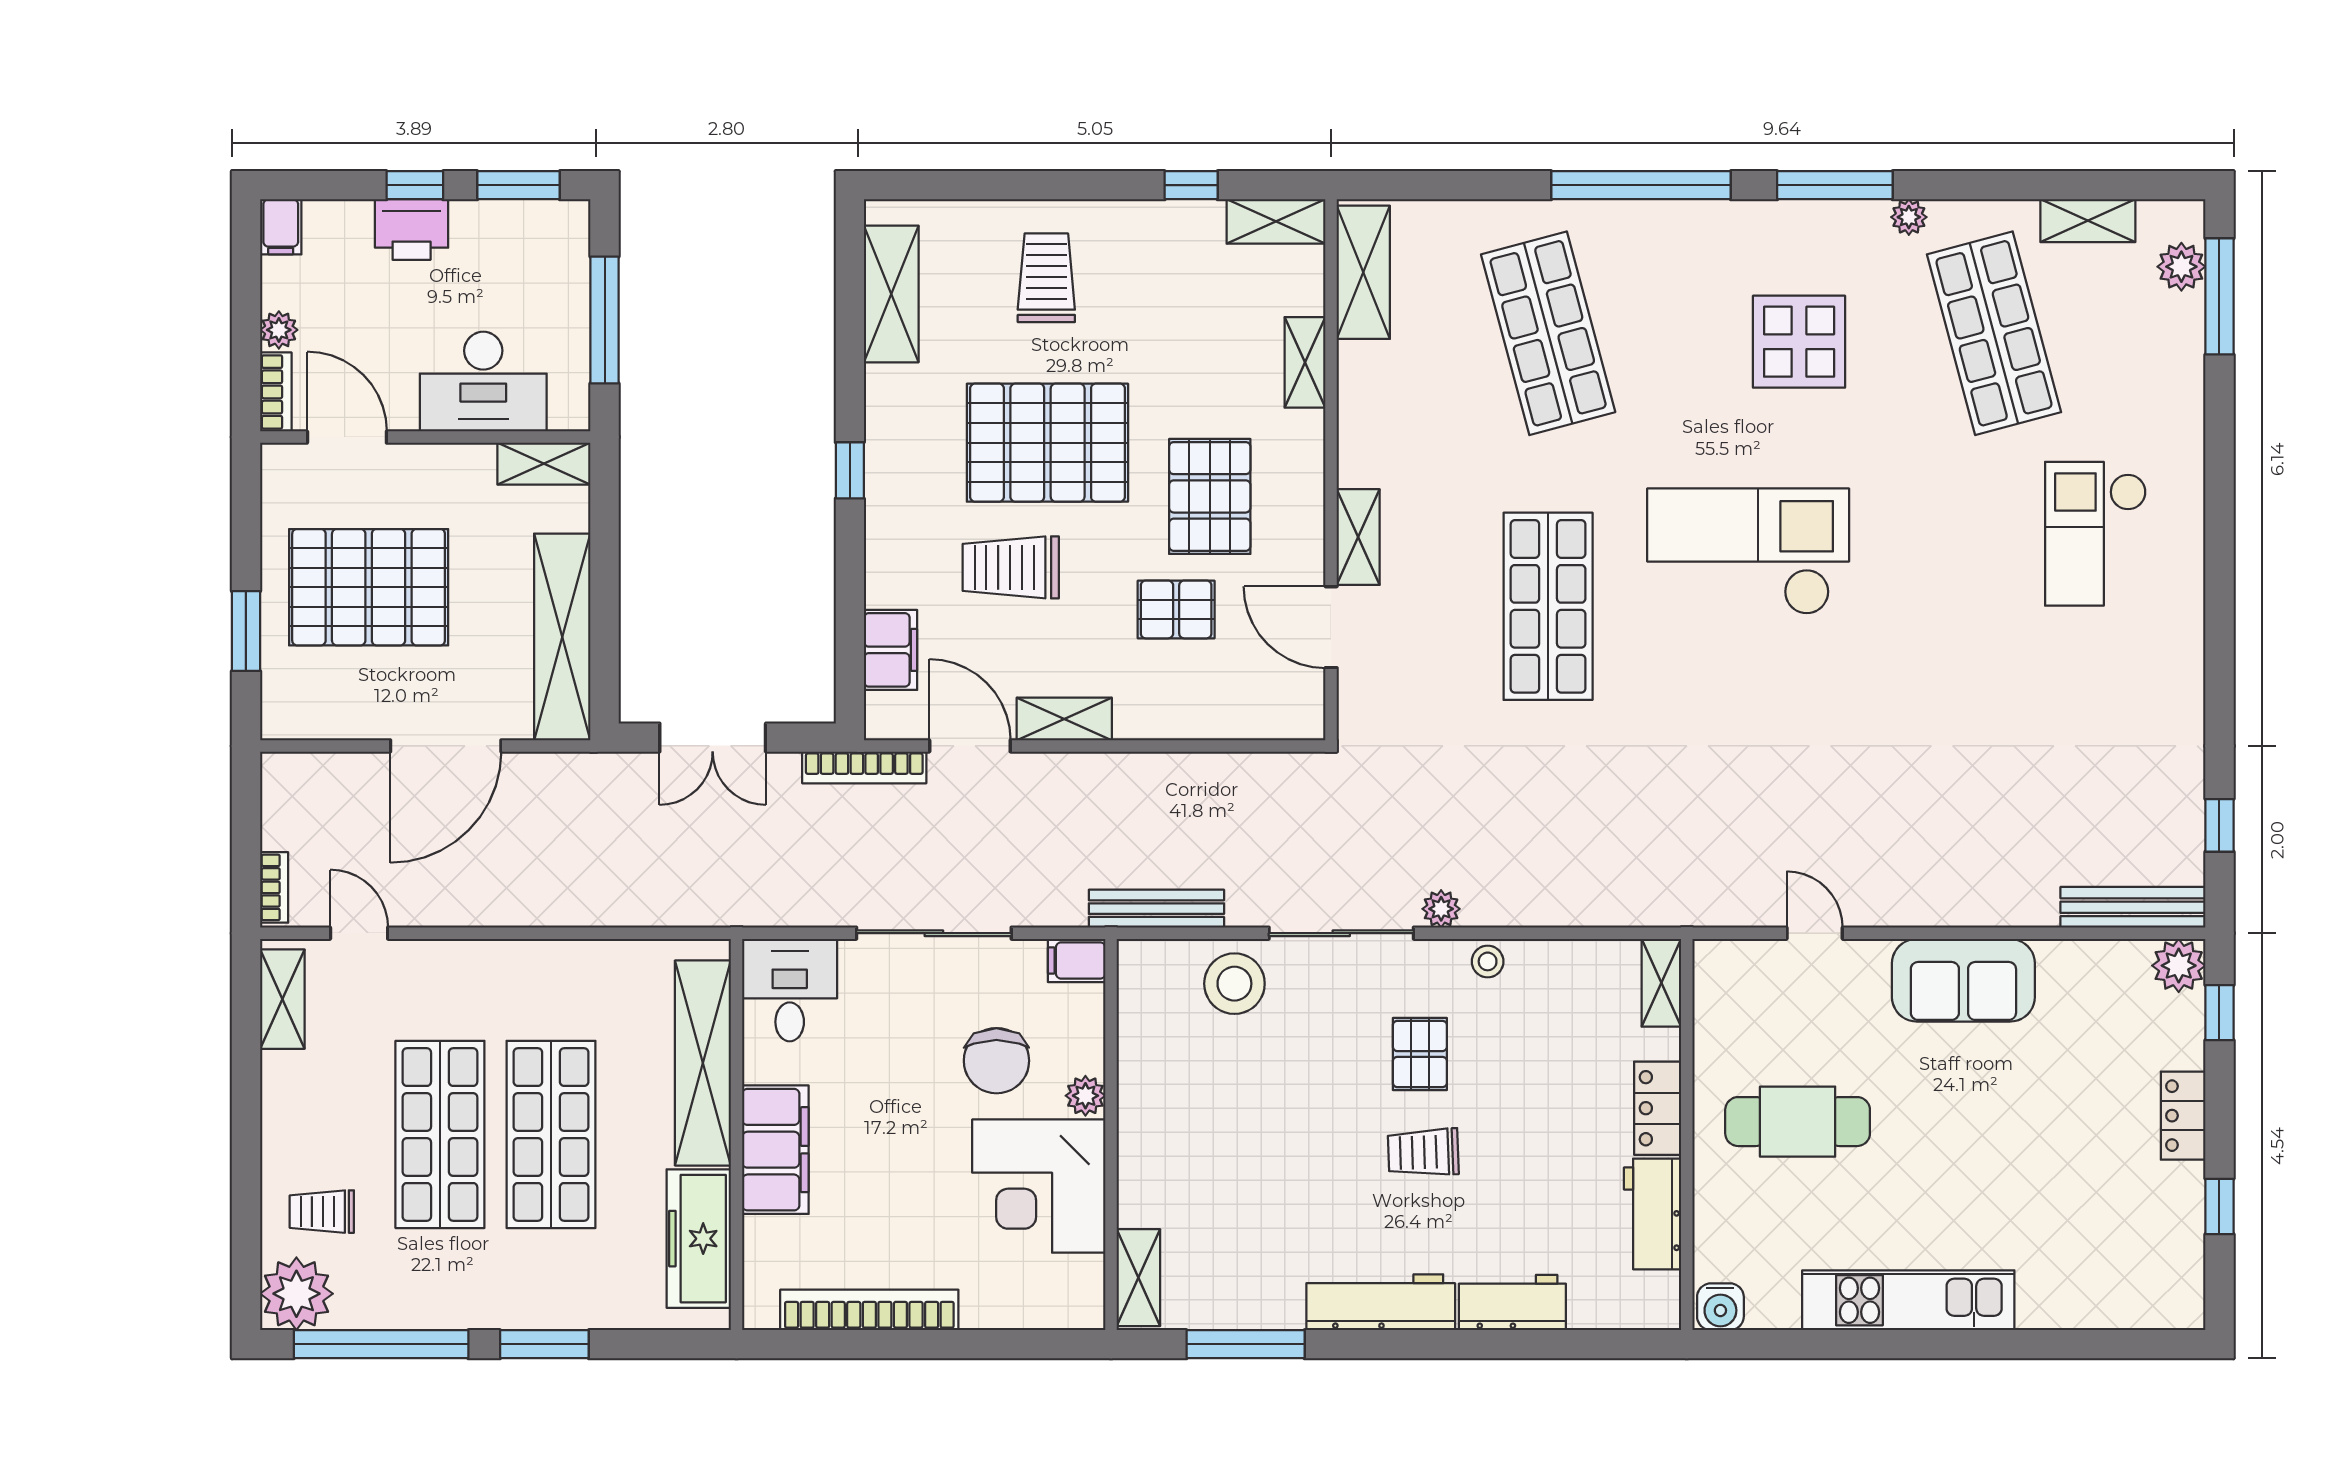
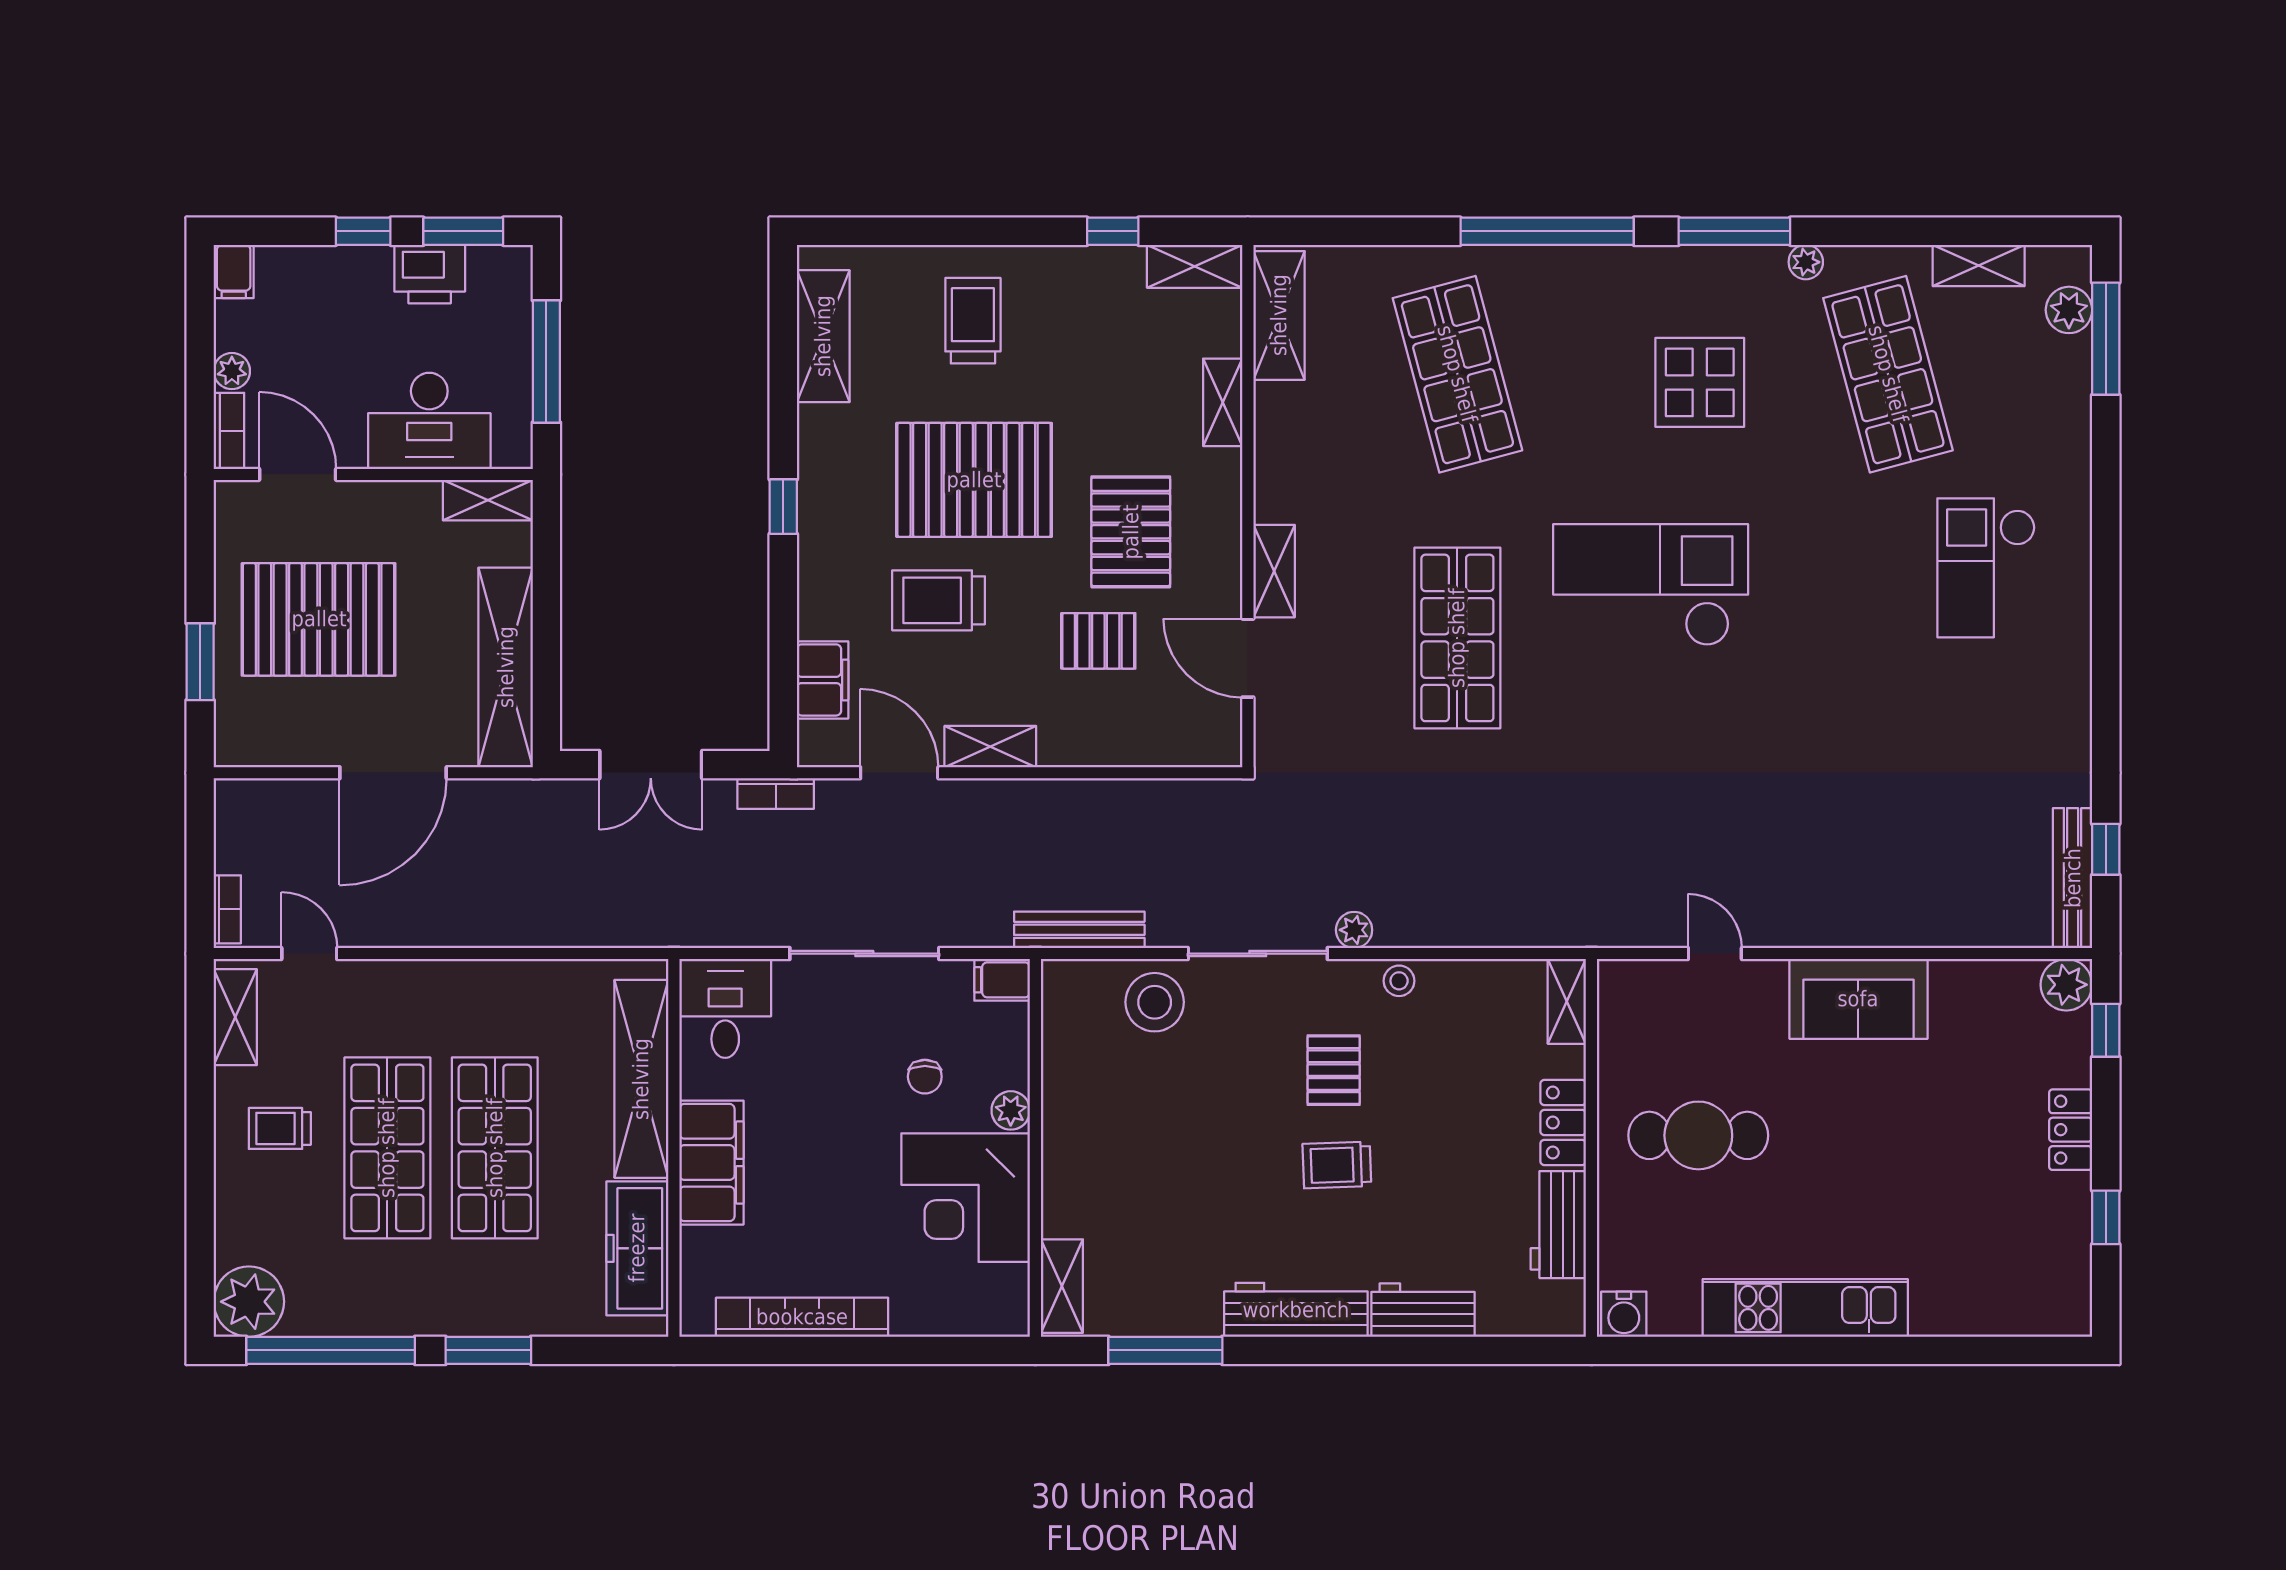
printer: (412, 230) -> (430, 274), moved
bookcase: (864, 767) -> (776, 793), width x0.64
bench: (2133, 907) -> (2073, 878), moved, turned 90
chair: (996, 1061) -> (925, 1077), width x0.54, depth x0.54
trolley: (322, 1212) -> (280, 1128), moved

